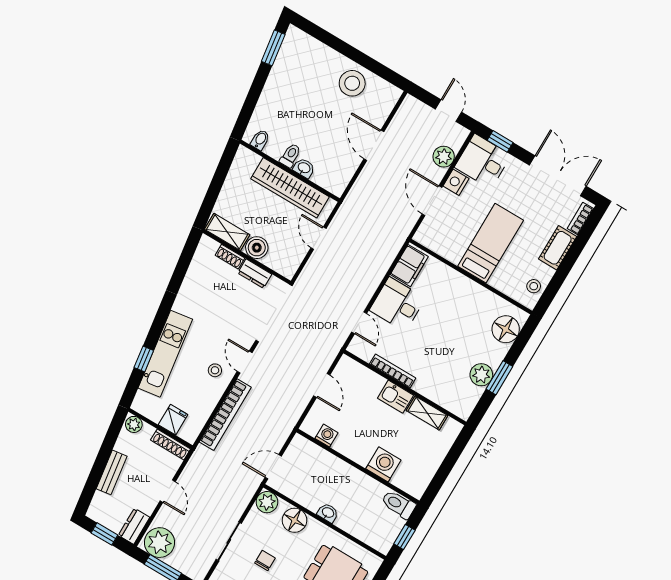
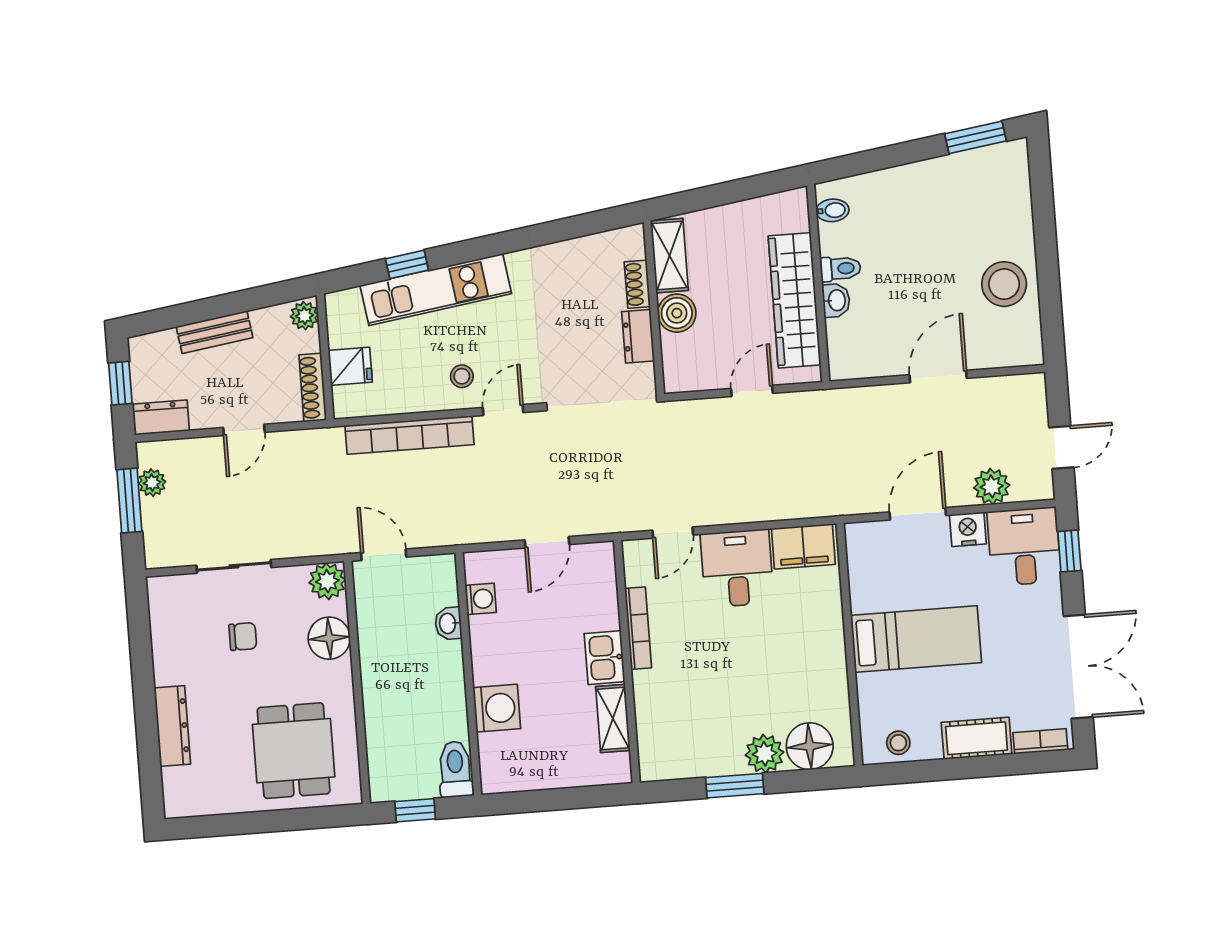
plant: (481, 375) -> (765, 754), moved
washbasin: (328, 513) -> (448, 623), moved, turned 180
plant: (160, 543) -> (152, 483), width x0.53, depth x0.53

